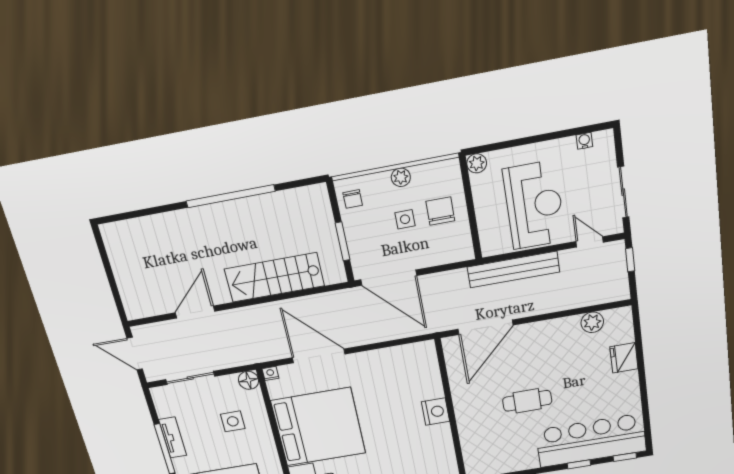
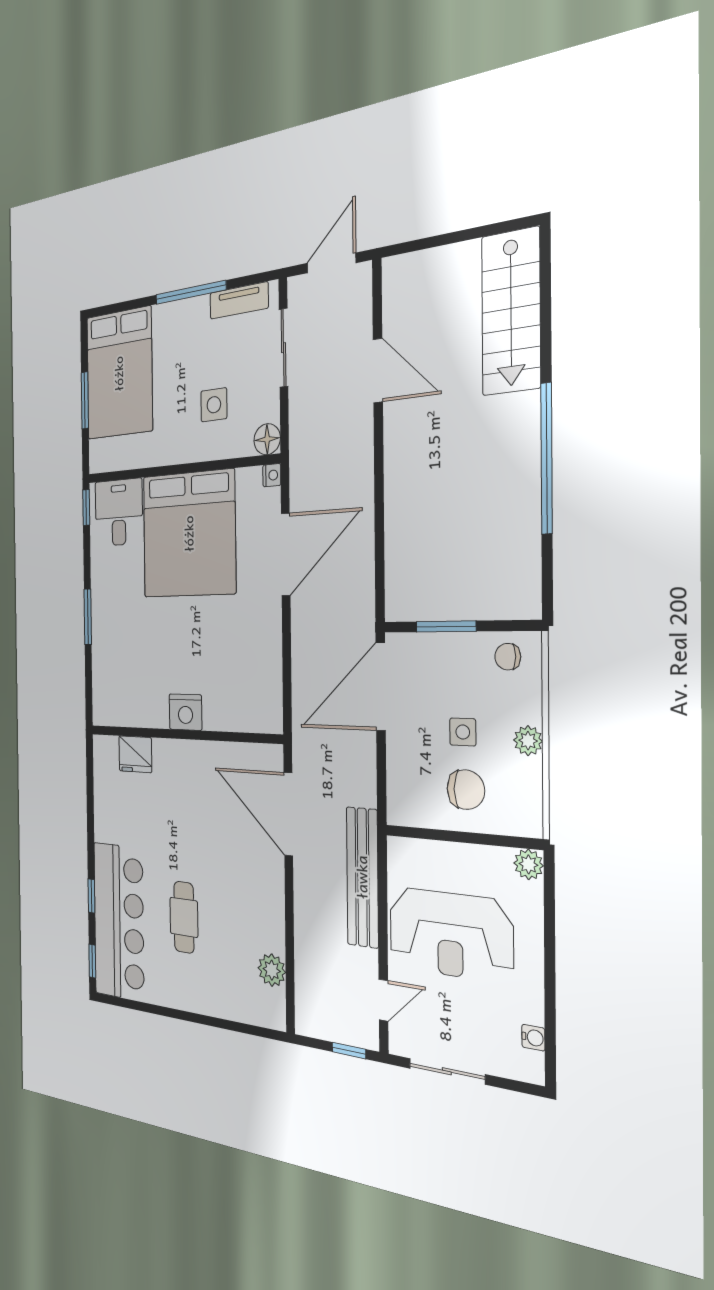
stairs: (274, 277) -> (511, 312), moved, turned 180
fridge: (624, 358) -> (135, 754), moved, turned 180
cafe table: (527, 401) -> (184, 917), moved
tv unit: (173, 437) -> (239, 300), moved

